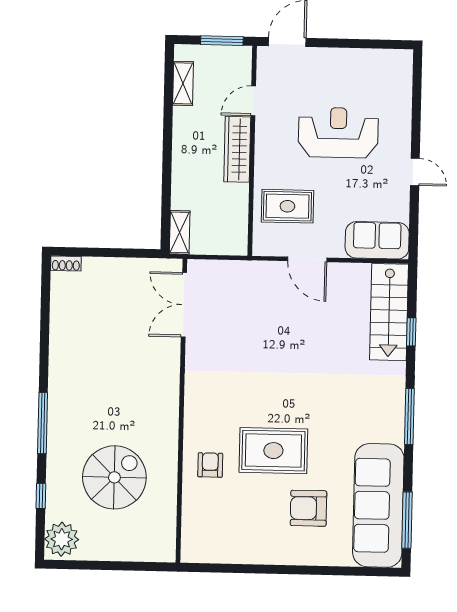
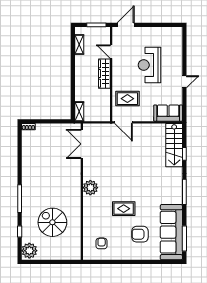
door: (253, 101) -> (111, 52), hinge flipped
reception desk: (338, 133) -> (150, 65), turned -90
door: (415, 172) -> (184, 82), hinge flipped
door: (307, 259) -> (123, 122), moved
plant: (201, 402) -> (90, 188), added
rug: (273, 451) -> (124, 209), width x0.73, depth x0.70
armchair: (210, 465) -> (102, 243), moved
spiral stairs: (114, 477) -> (52, 222), turned -90

